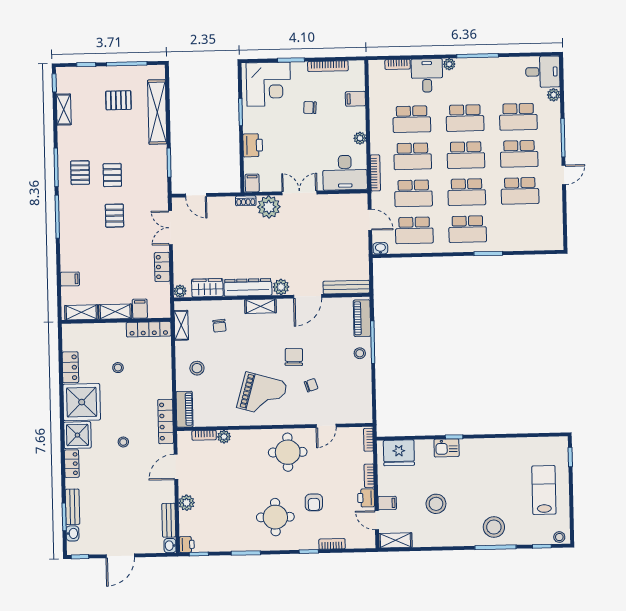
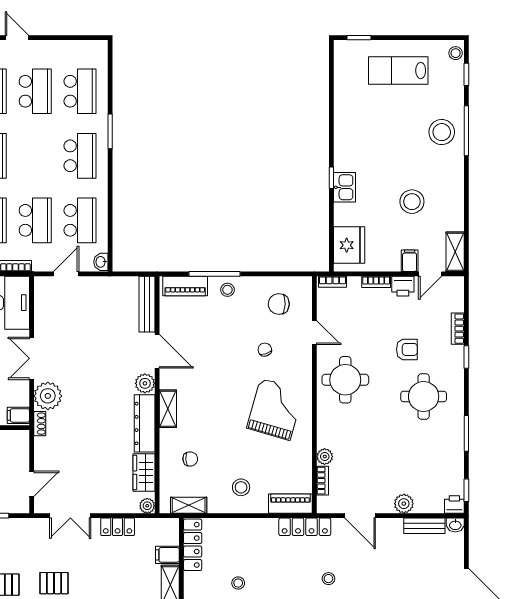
school desk: (467, 192) -> (80, 91), moved
chair: (294, 357) -> (279, 304), moved

